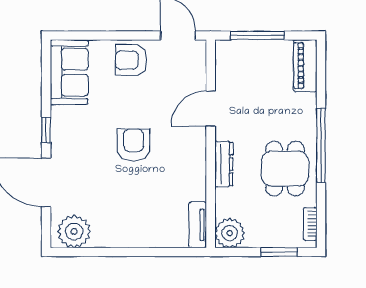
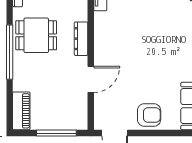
armchair: (134, 145) -> (147, 53), removed
dining table: (285, 169) -> (36, 35), turned 90

